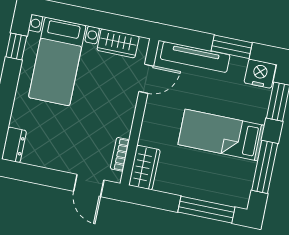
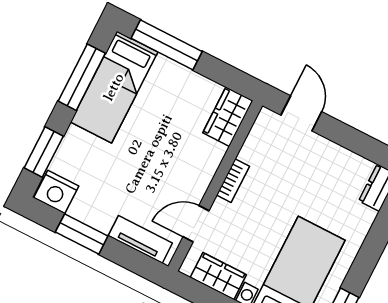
tv unit: (195, 57) -> (140, 239), width x0.71
bed: (221, 135) -> (114, 87), moved, turned 90
bookcase: (120, 154) -> (233, 181), moved

